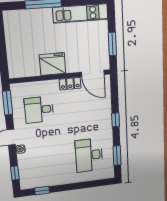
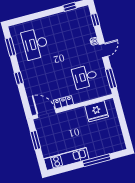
fridge: (53, 64) -> (97, 111), moved
desk: (39, 110) -> (85, 77), turned 180
desk: (89, 155) -> (35, 44), turned 180

